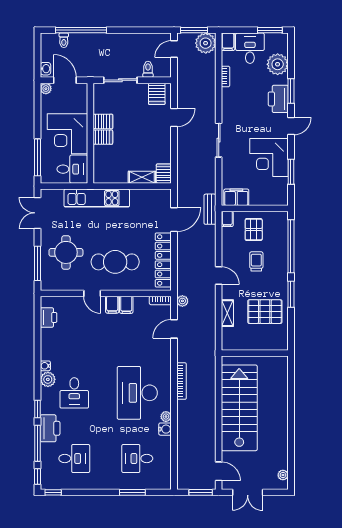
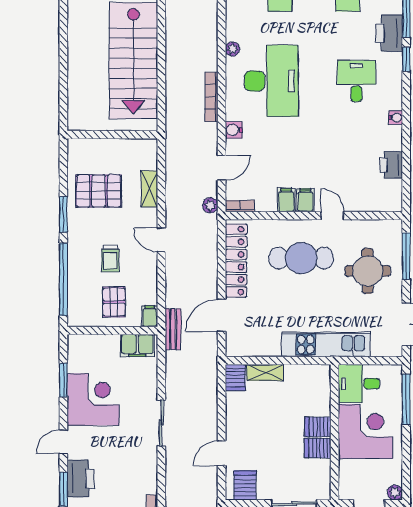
printer: (48, 317) -> (391, 165), moved
plant: (48, 379) -> (392, 99), removed
water cooler: (165, 429) -> (234, 130), moved

